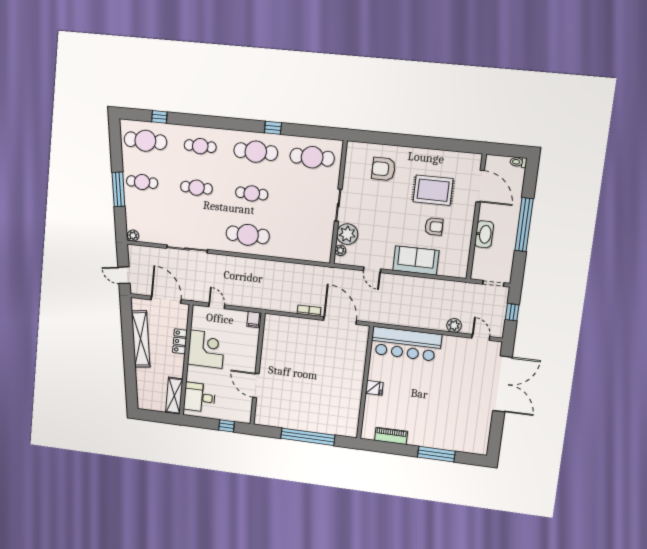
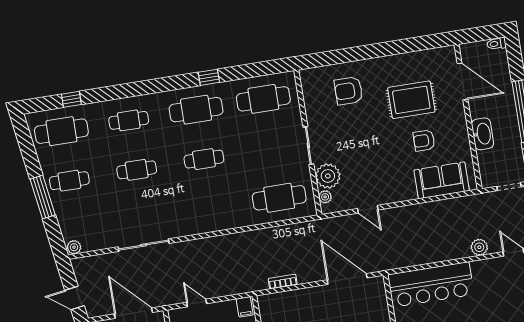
armchair: (434, 227) -> (424, 140), turned 180
cafe table: (248, 235) -> (279, 198), moved
sofa: (416, 260) -> (442, 180), moved
bookcase: (309, 311) -> (283, 282), moved

